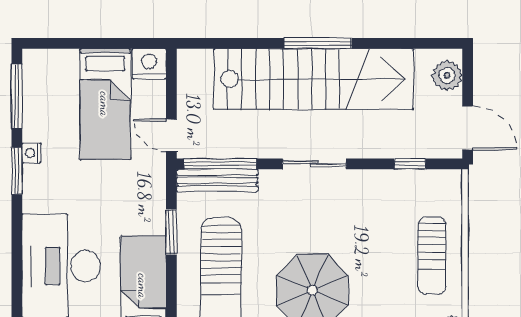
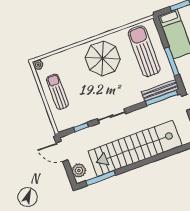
window: (318, 43) -> (101, 178), moved
sliding door: (314, 164) -> (112, 116), moved
window: (171, 232) -> (172, 61), width x1.44

